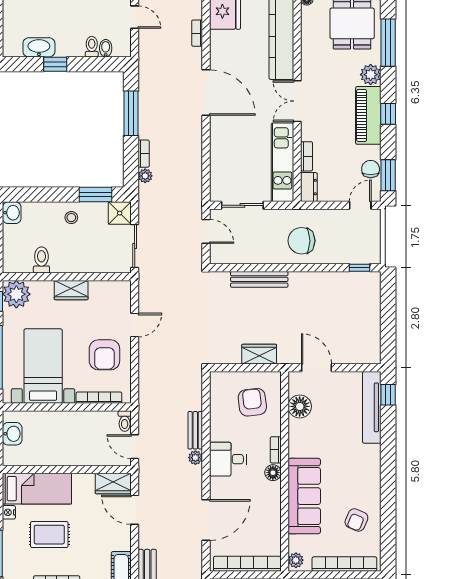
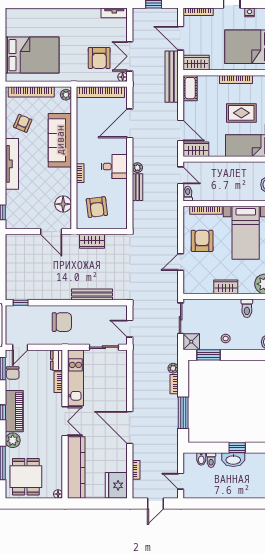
washbasin: (39, 47) -> (233, 460), moved
tv unit: (372, 407) -> (12, 164), moved
floor lamp: (273, 473) -> (82, 157), removed

